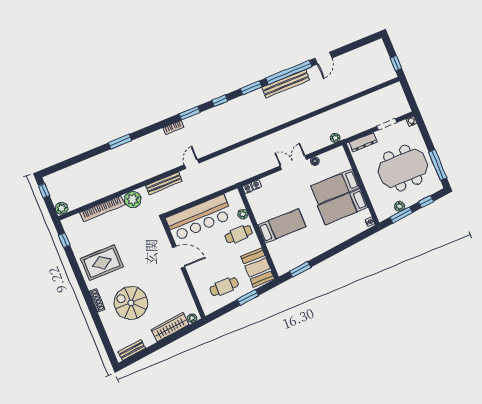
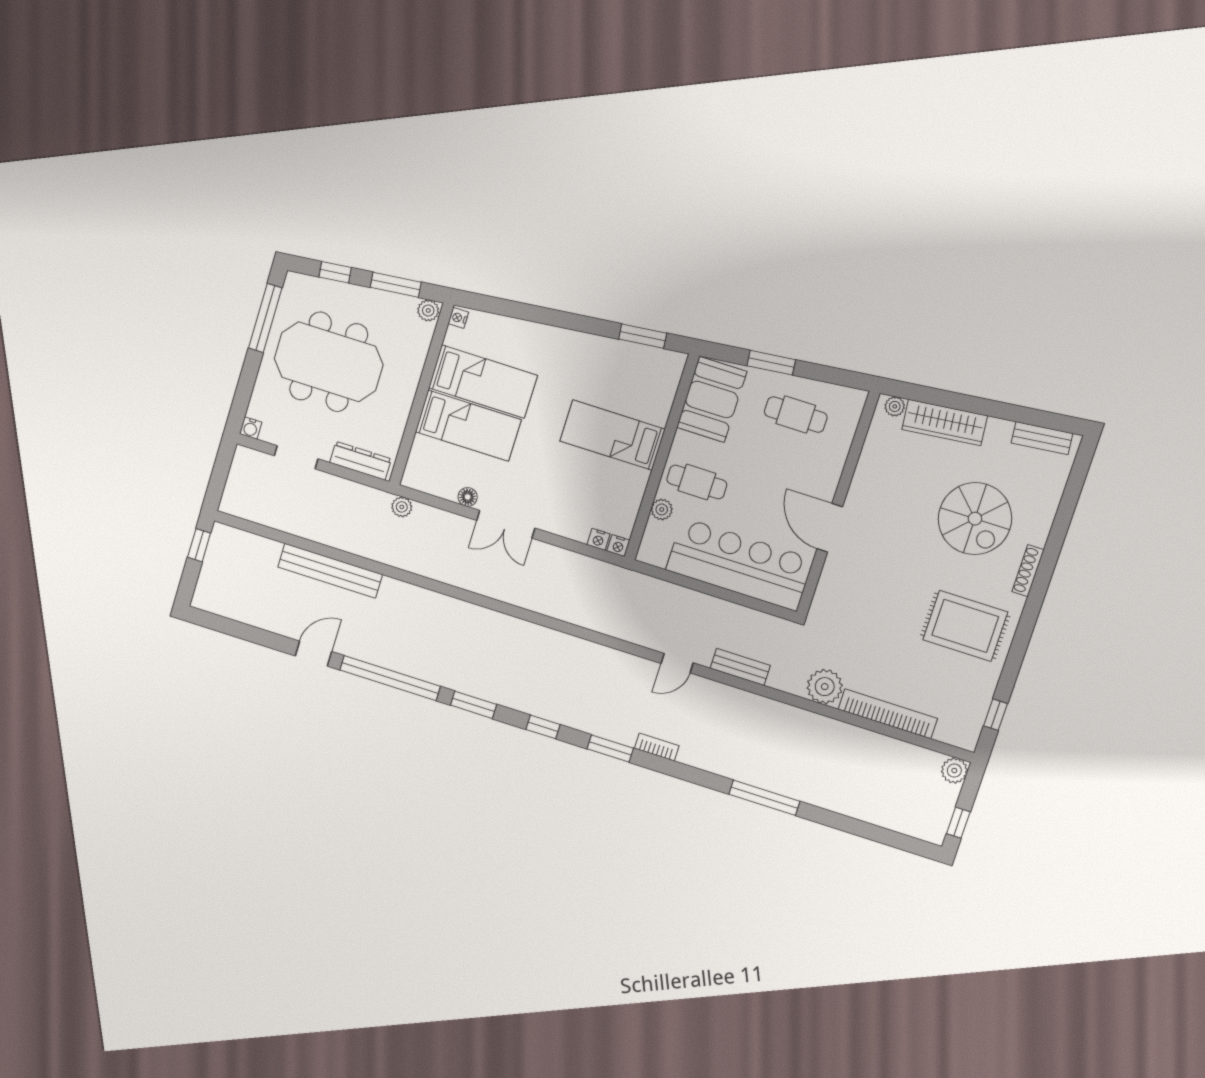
bench: (286, 84) -> (330, 571), moved
window: (120, 142) -> (764, 798), width x1.44
bench: (164, 183) -> (740, 667), width x0.73
plant: (400, 206) -> (428, 311), moved

